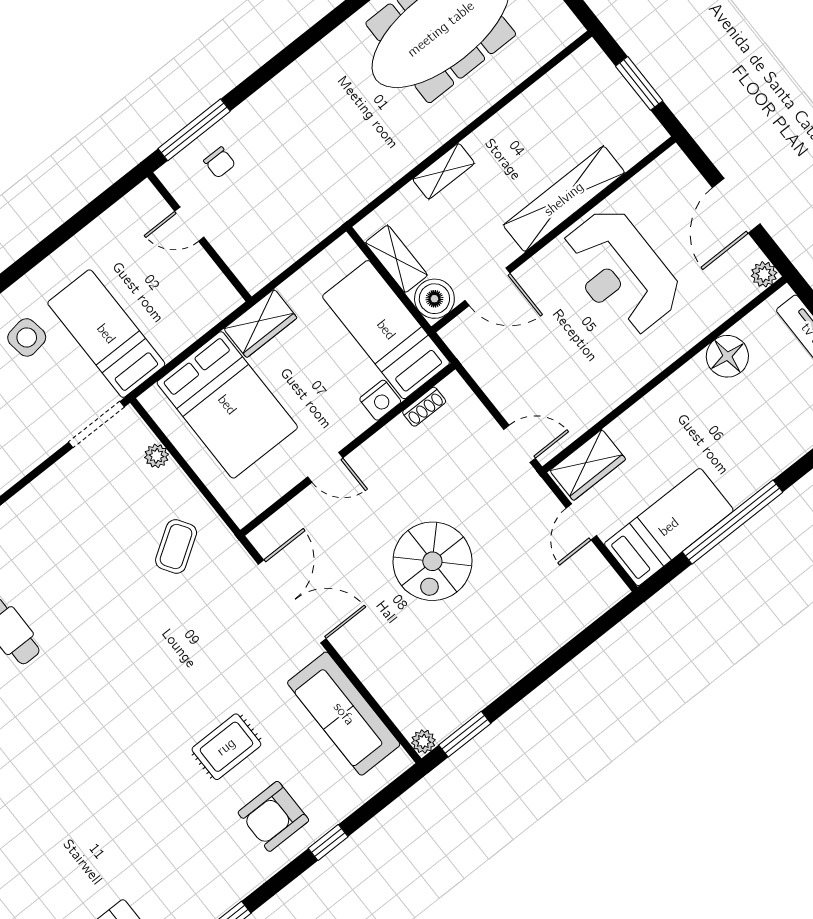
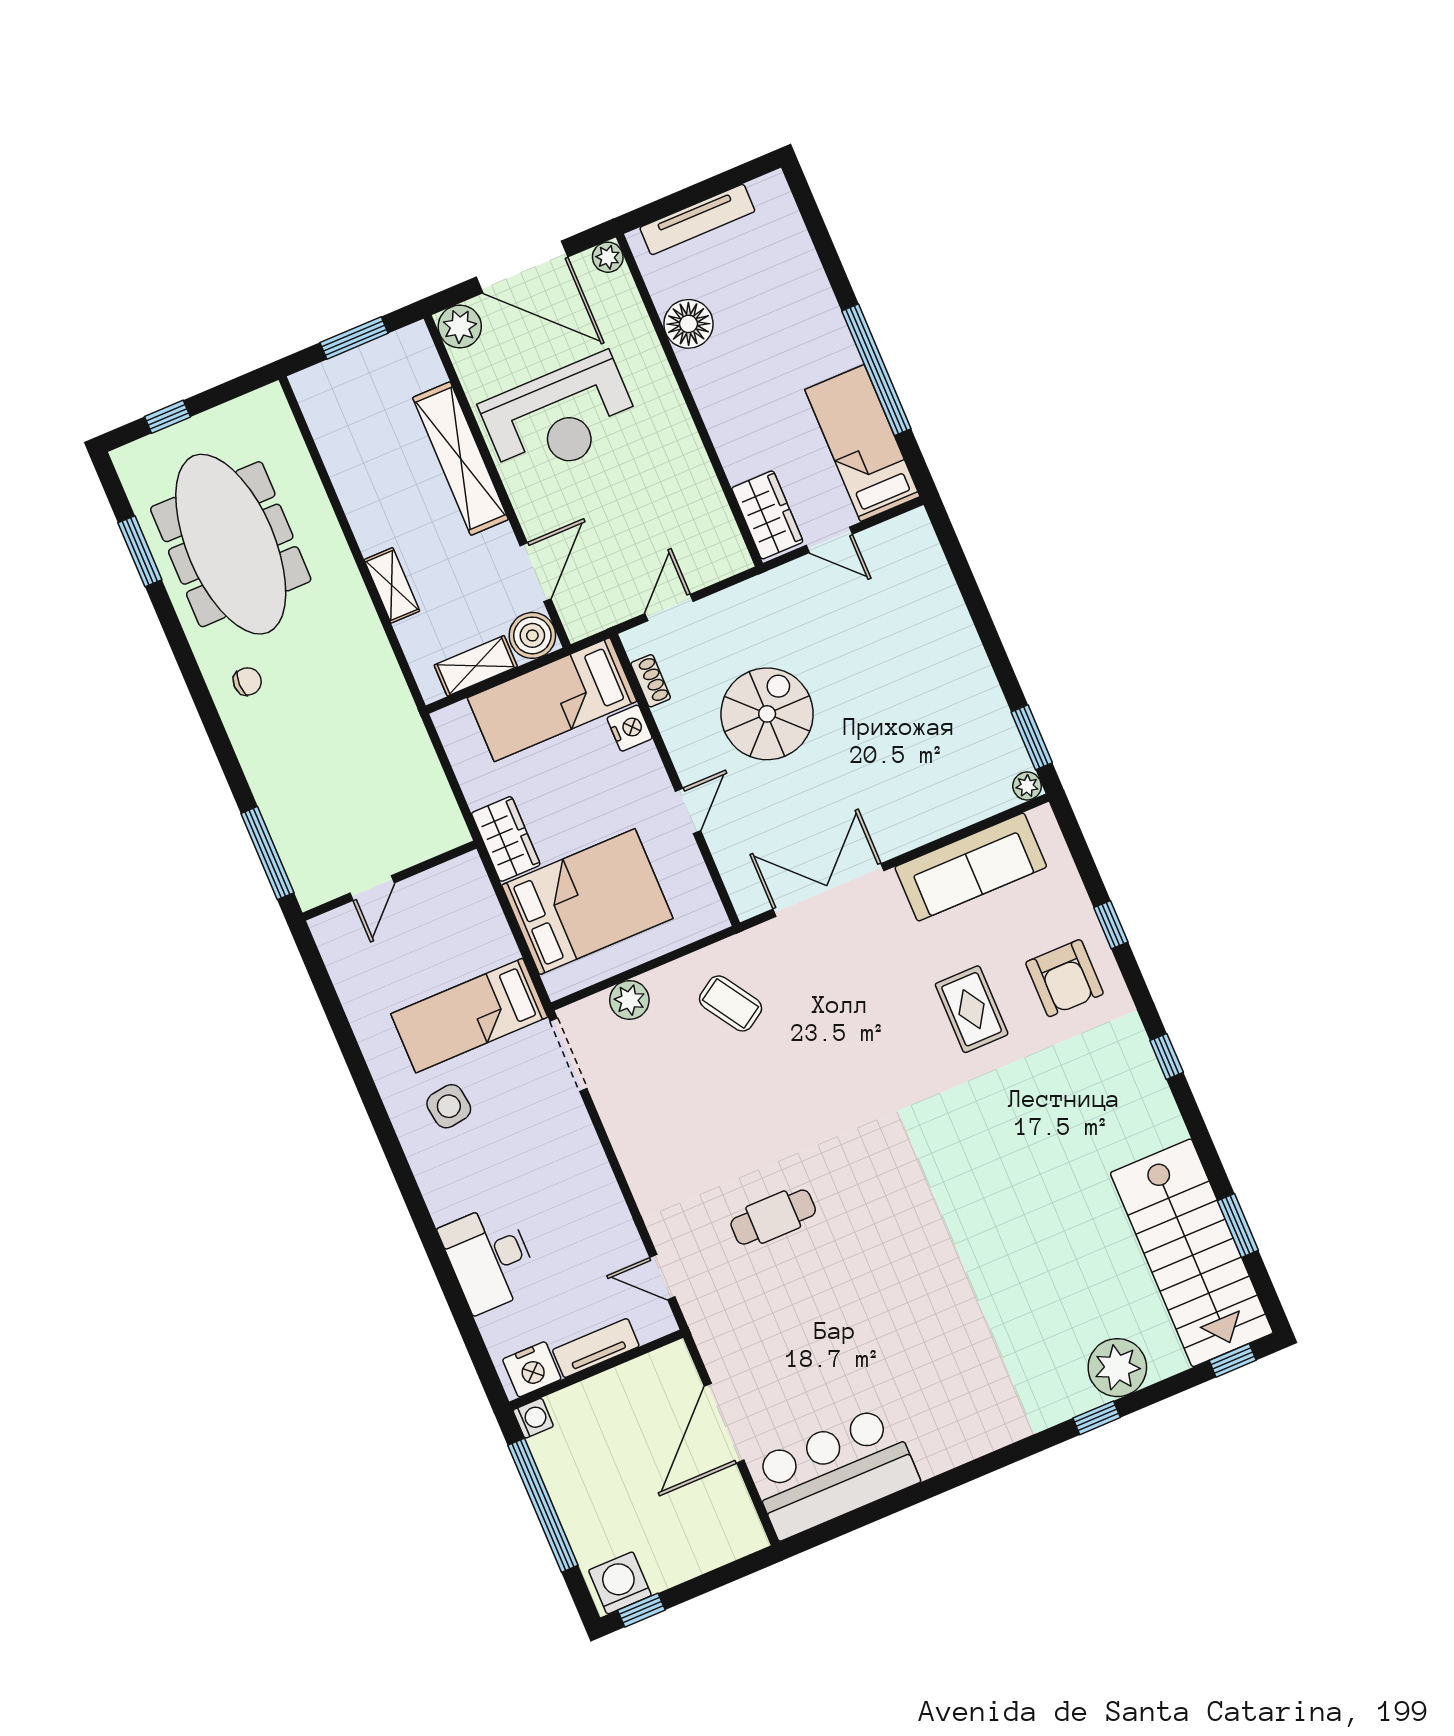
chair: (220, 162) -> (247, 681), moved
plant: (673, 168) -> (460, 327), added
door: (736, 206) -> (522, 267), width x1.36
door: (519, 444) -> (669, 607), moved
plant: (156, 456) -> (629, 1000), width x1.38, depth x1.38
spiral stairs: (432, 561) -> (767, 714), moved, turned -90

